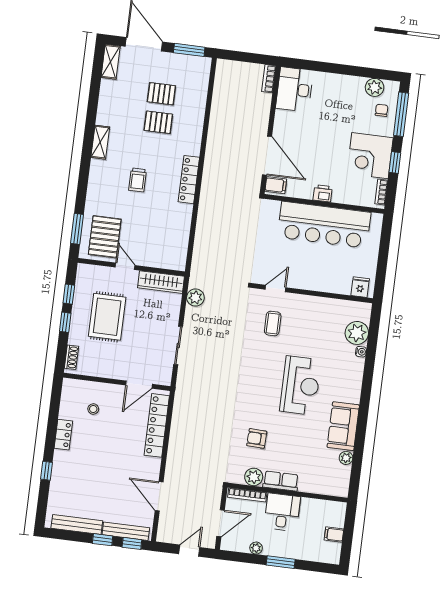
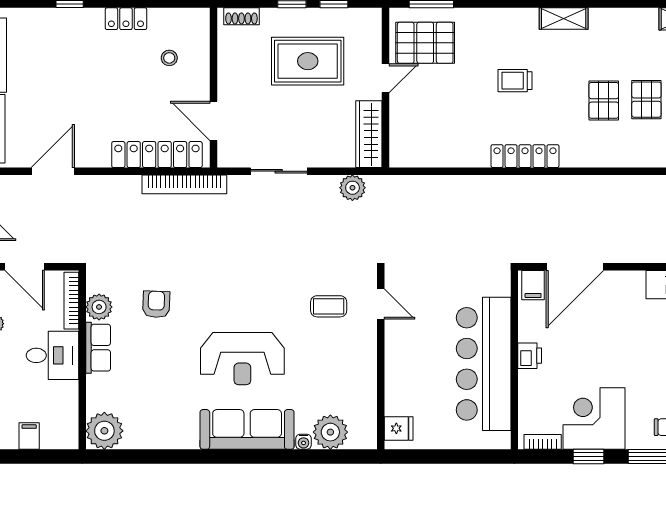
bookcase: (179, 410) -> (184, 184), added
sofa: (343, 426) -> (247, 429), moved, width x1.36
plant: (346, 458) -> (104, 431), moved, width x1.88, depth x1.88

